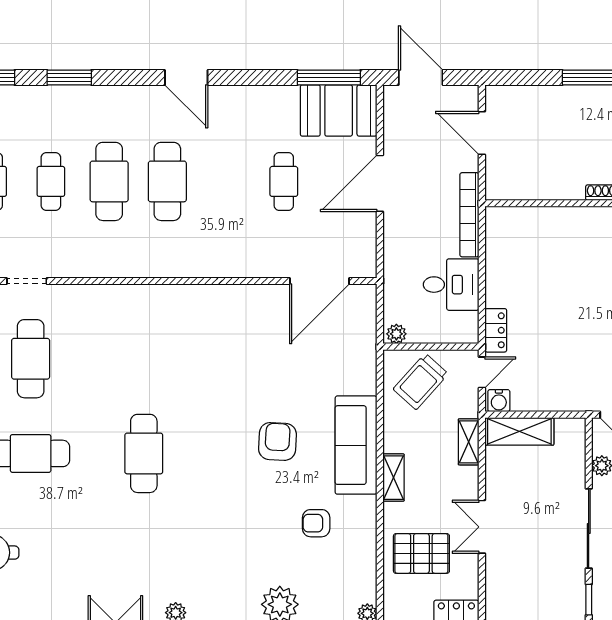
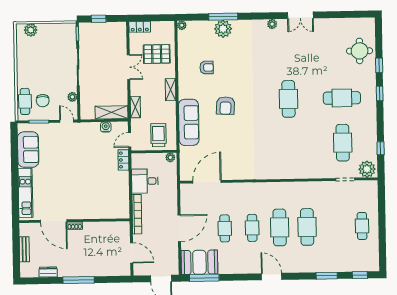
cafe table: (51, 181) -> (252, 228), moved
trolley: (421, 382) -> (158, 135), turned -42
water cooler: (499, 401) -> (106, 127), moved
sofa: (356, 445) -> (189, 122), moved

